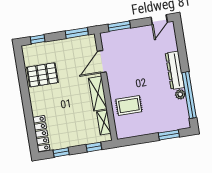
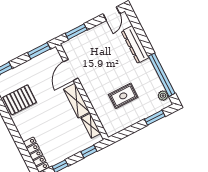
dresser: (175, 70) -> (135, 45), moved
plant: (180, 94) -> (163, 96), moved
rug: (129, 105) -> (123, 96), moved

